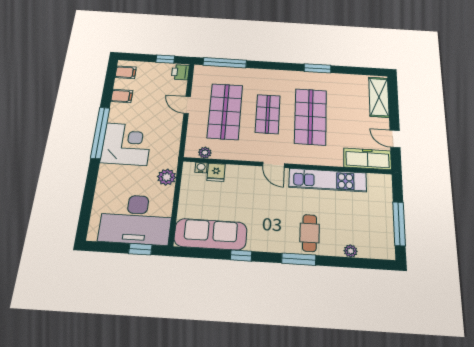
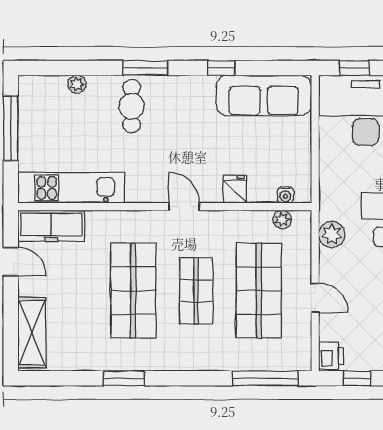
fridge: (216, 172) -> (235, 189), moved
plant: (167, 177) -> (332, 234), moved
kitchen unit: (328, 180) -> (71, 188), moved

